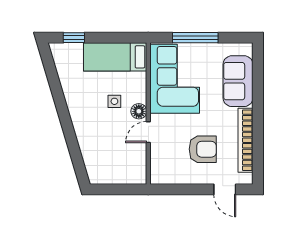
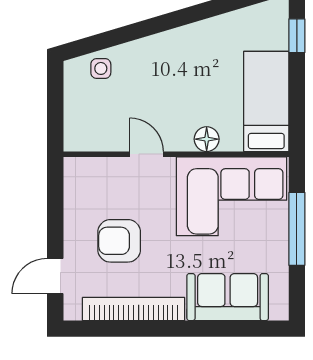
side table: (114, 101) -> (101, 68), moved
floor lamp: (139, 111) -> (207, 139), moved
armchair: (203, 149) -> (119, 241), turned 90

